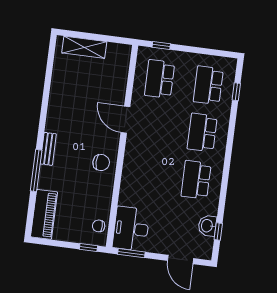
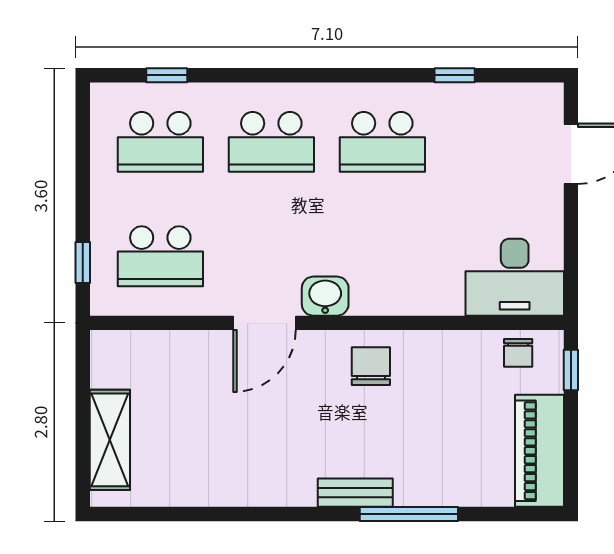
piano: (44, 214) -> (539, 451), moved, turned -90
washbasin: (207, 226) -> (325, 296), moved, turned 180
window: (218, 232) -> (455, 75), moved
window: (131, 253) -> (571, 269), removed

